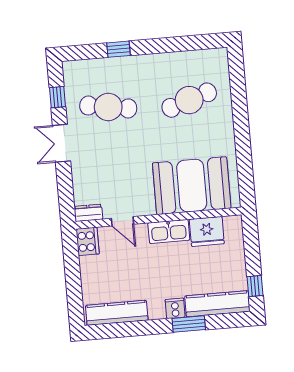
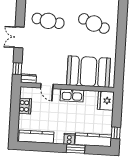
window: (58, 97) -> (17, 69), moved
cafe table: (189, 100) -> (94, 23), turned 39
fridge: (207, 231) -> (106, 101), moved, turned 90
cooker: (88, 241) -> (25, 106), moved

